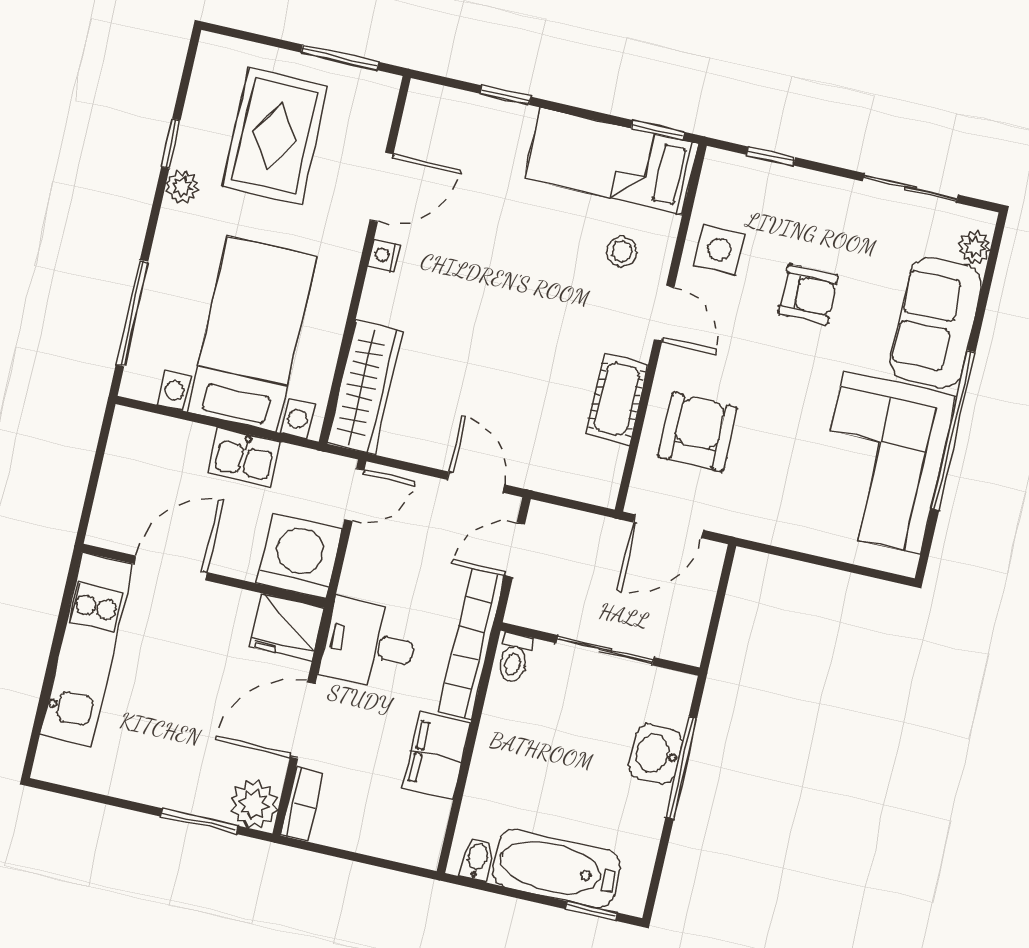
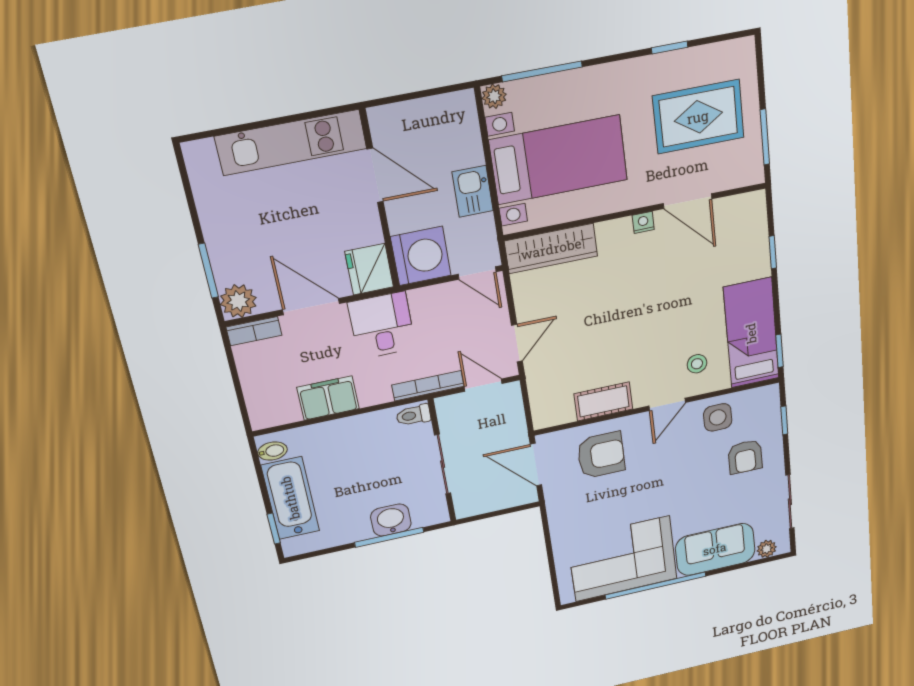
plant: (182, 187) -> (494, 96), moved
armchair: (808, 295) -> (745, 457), moved
bookcase: (472, 644) -> (428, 386), width x0.68, depth x0.76

